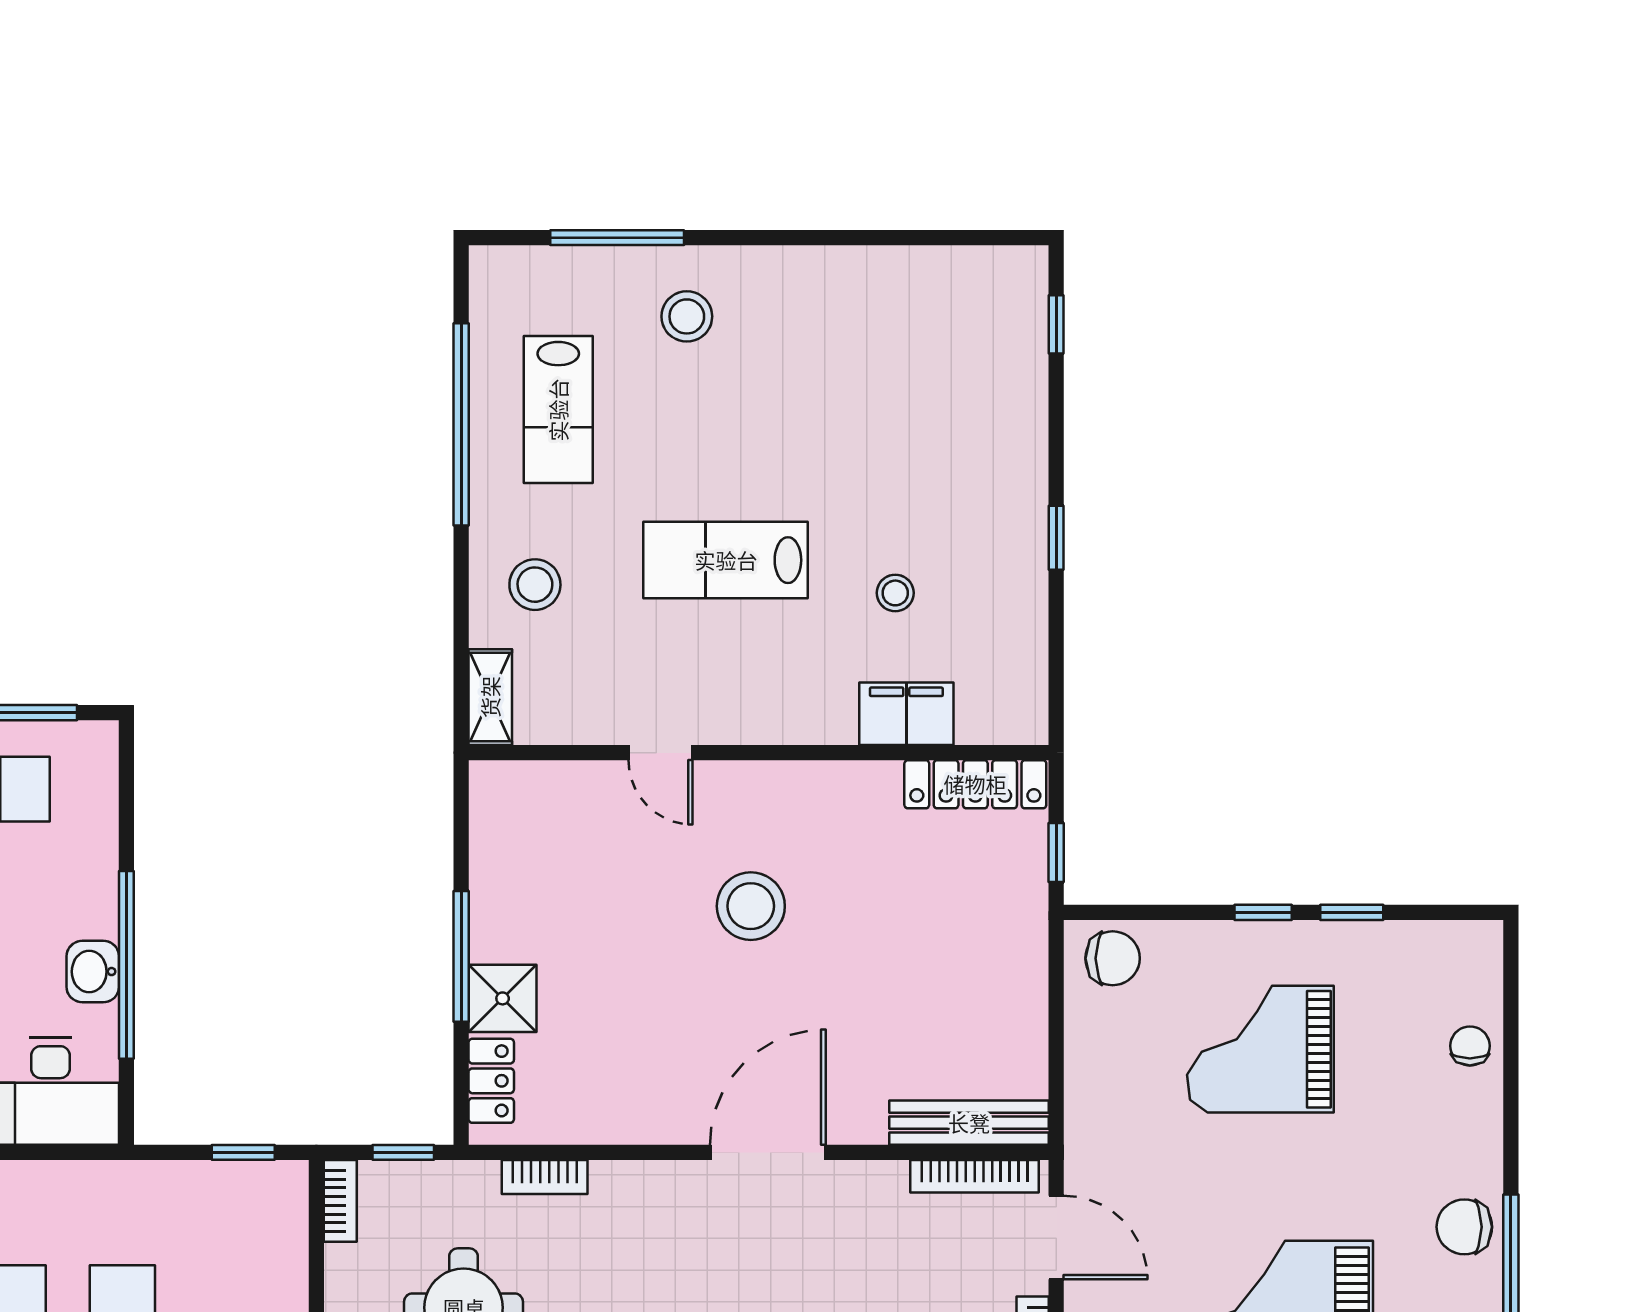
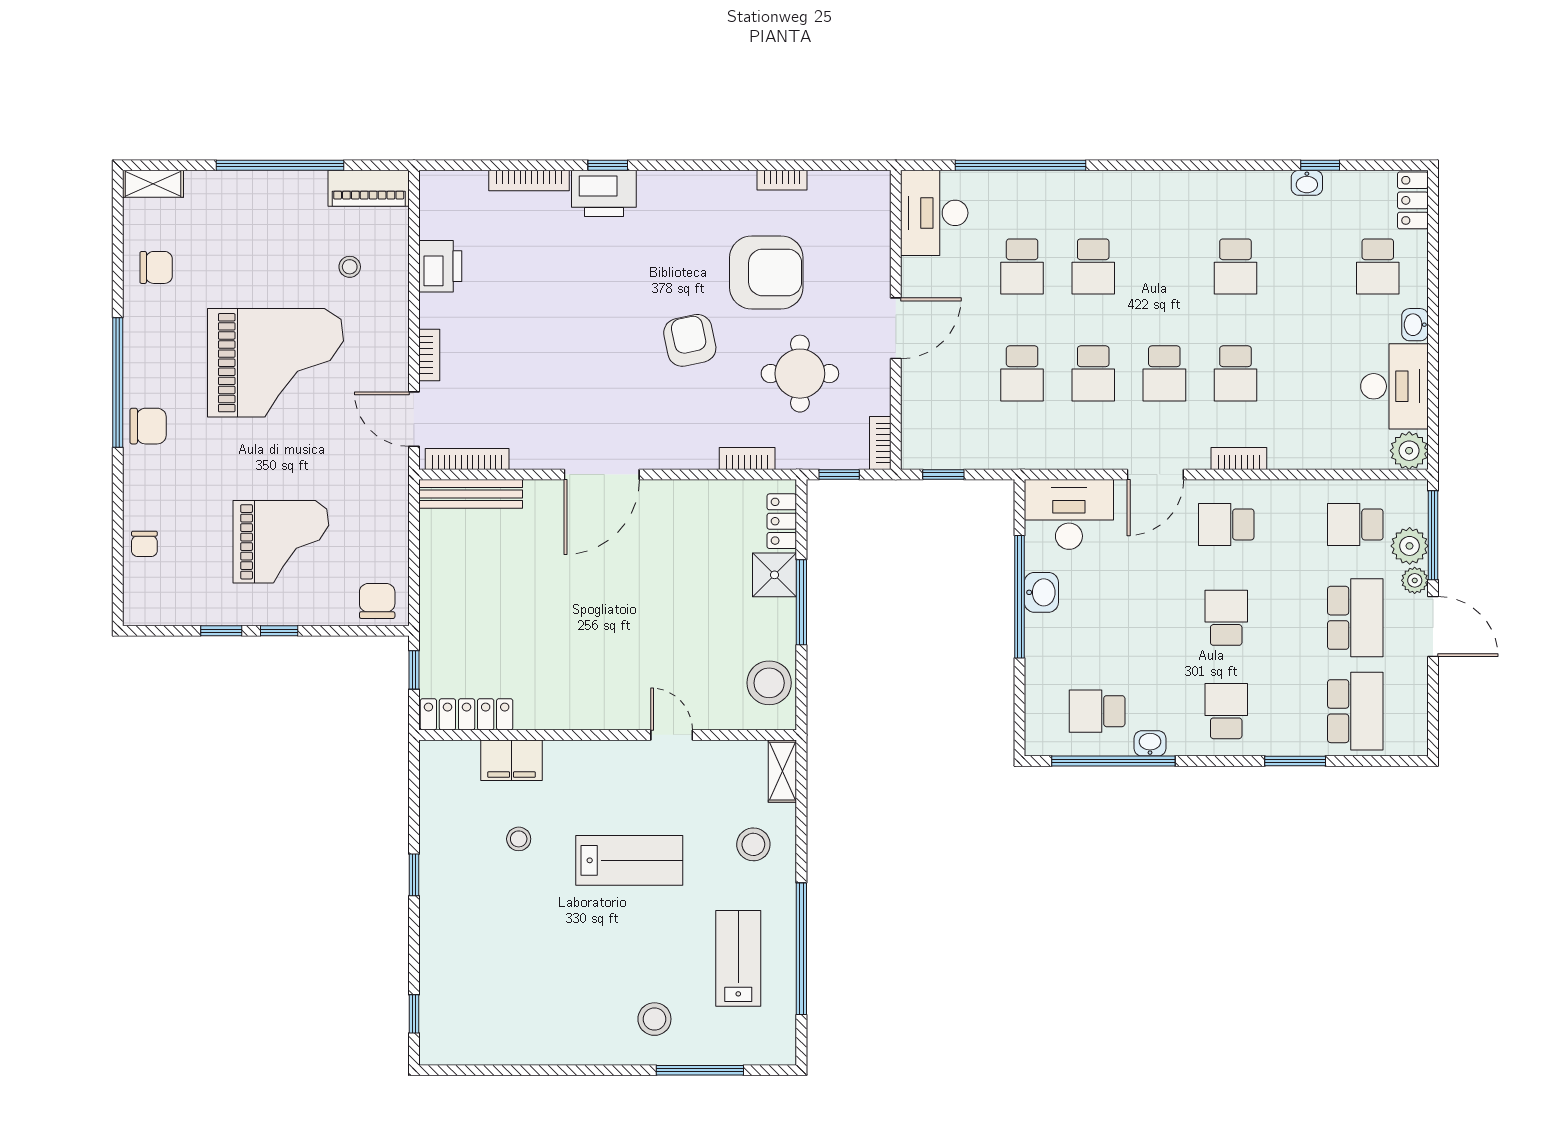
stool: (751, 906) -> (769, 683), moved
chair: (1113, 958) -> (377, 601), turned 90

